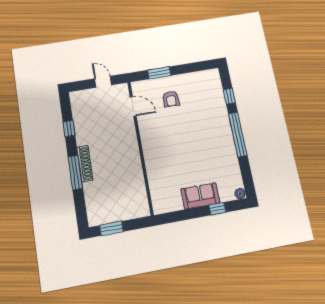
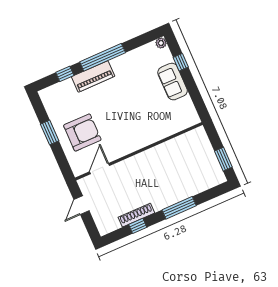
window: (159, 73) -> (50, 132), moved
armchair: (171, 99) -> (82, 133), width x1.88, depth x1.88
piano: (221, 121) -> (93, 76), added
shoe rack: (85, 164) -> (136, 215), moved

